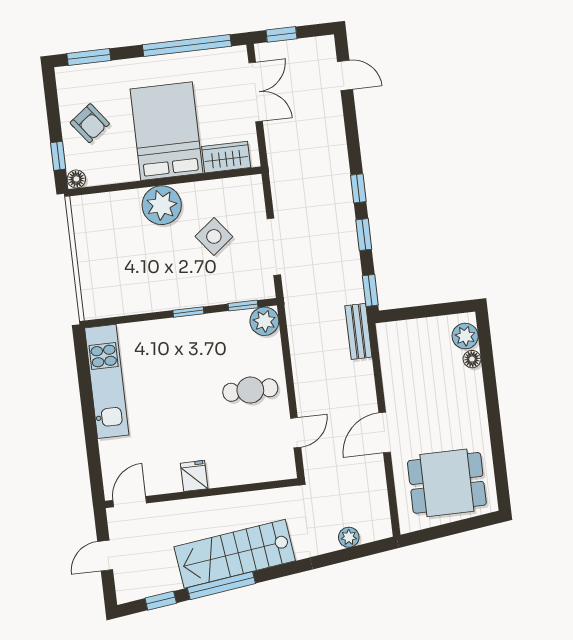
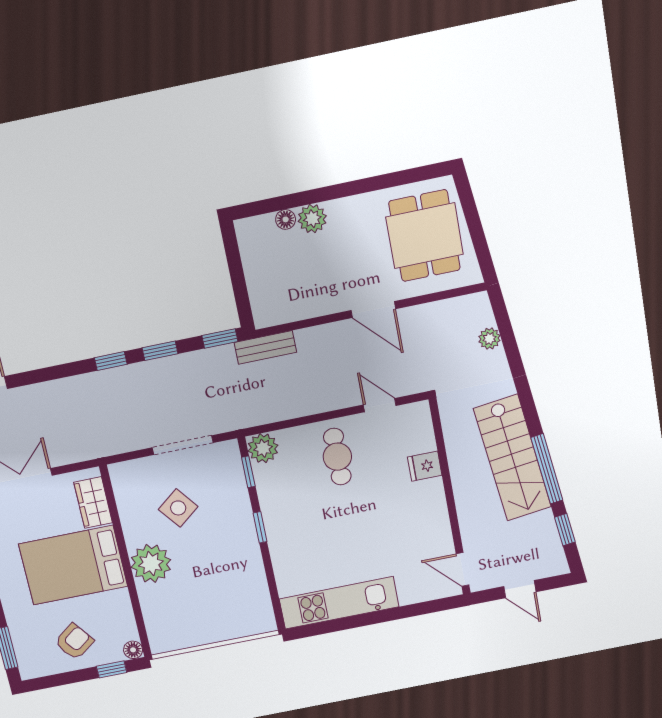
plant: (465, 336) -> (312, 219), moved
fridge: (194, 476) -> (425, 466), moved

